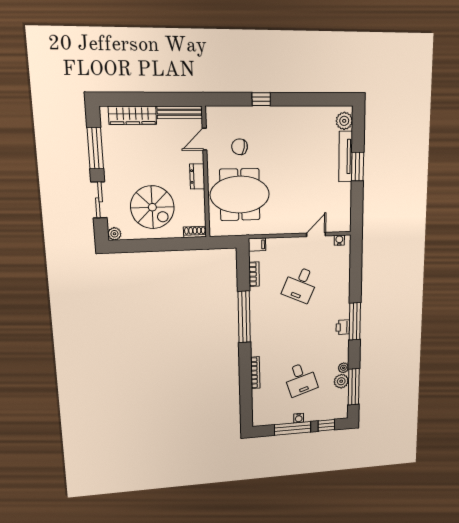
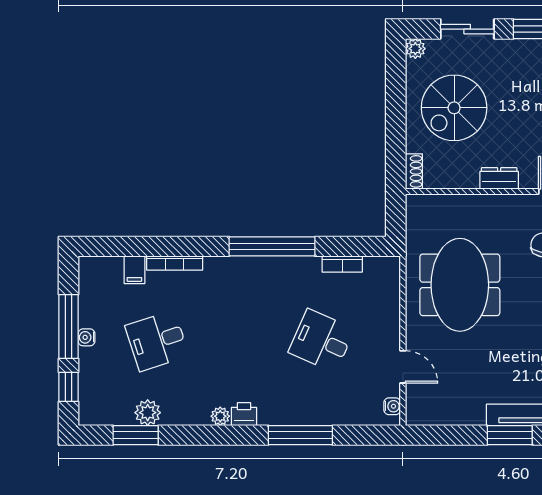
meeting table: (240, 195) -> (460, 285), moved
filing cabinet: (257, 245) -> (134, 270), moved
window: (355, 321) -> (300, 435), moved
plant: (343, 368) -> (220, 416), moved
window: (354, 387) -> (136, 435), width x0.69

